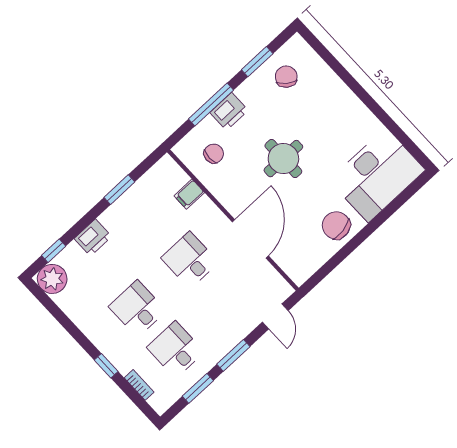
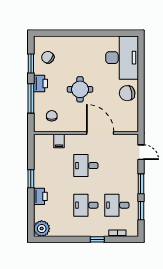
printer: (229, 111) -> (40, 83), moved
window: (119, 190) -> (31, 179), moved
window: (54, 251) -> (31, 217), removed

